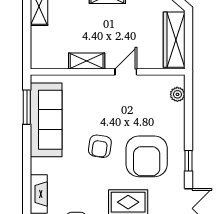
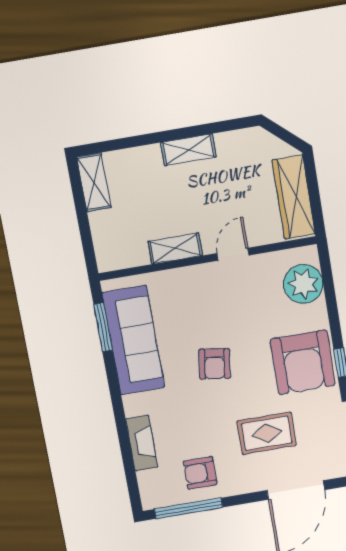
plant: (177, 94) -> (303, 284), width x1.87, depth x1.87
armchair: (147, 156) -> (303, 362), moved

